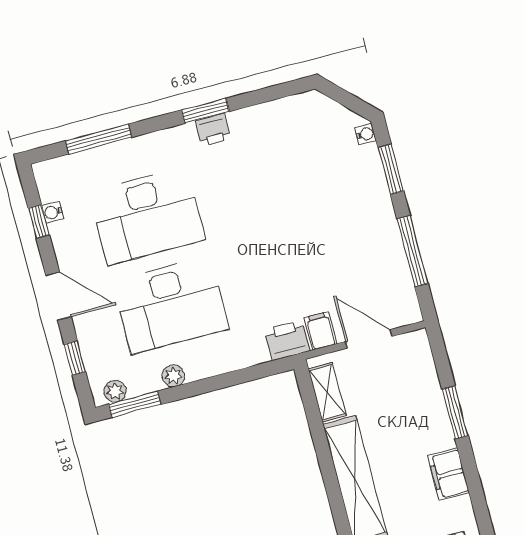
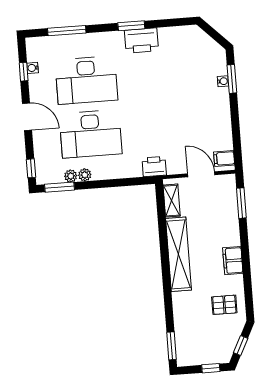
printer: (213, 130) -> (141, 41), width x1.87, depth x1.48
water cooler: (365, 134) -> (223, 81), moved
window: (412, 251) -> (236, 128), removed
filing cabinet: (321, 331) -> (224, 158), moved, turned -90
window: (75, 358) -> (31, 168), moved
plant: (115, 391) -> (71, 176), moved
window: (455, 412) -> (241, 203), moved

